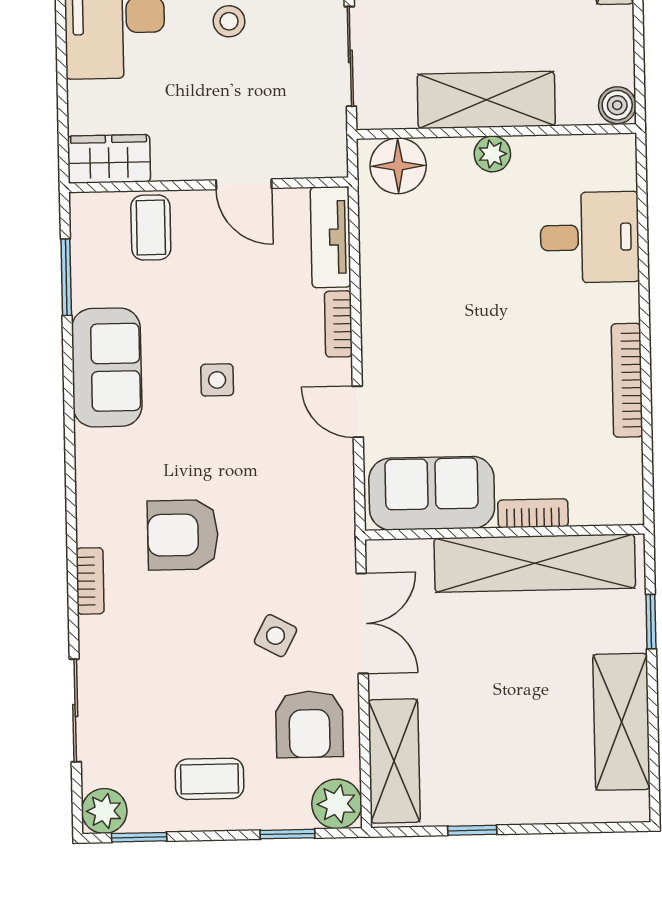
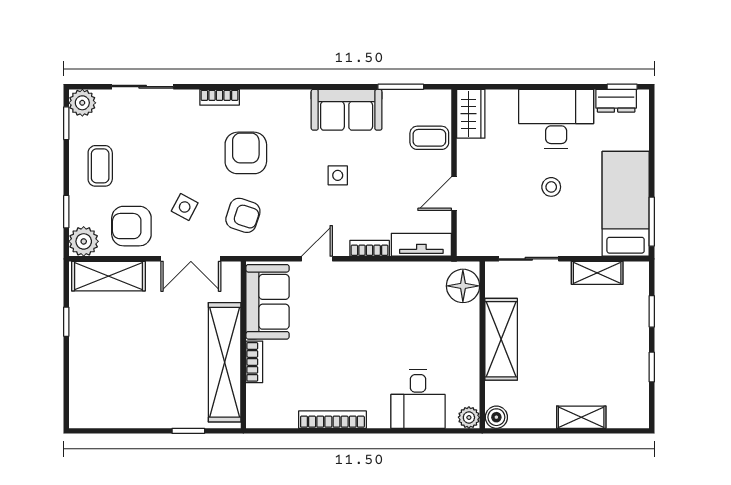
plant: (492, 154) -> (469, 417), moved
armchair: (288, 538) -> (243, 215), added
shelving: (621, 722) -> (129, 412), removed

